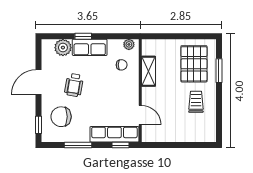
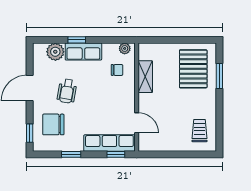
trolley: (196, 102) -> (200, 131), moved
window: (78, 145) -> (71, 154), width x0.67

